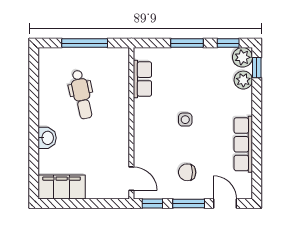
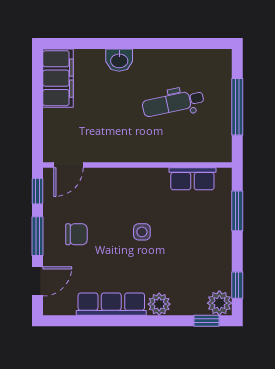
window: (187, 43) -> (237, 211), moved
plant: (243, 80) -> (159, 304), moved
chair: (187, 172) -> (76, 234), turned 90

